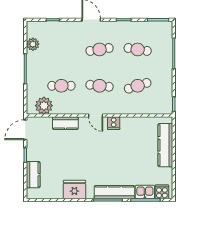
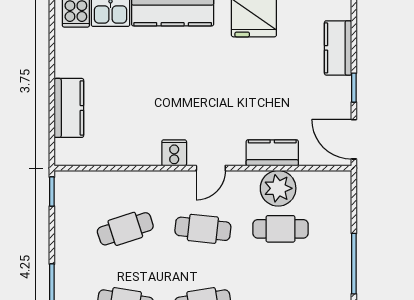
plant: (44, 106) -> (278, 188), moved
door: (96, 116) -> (211, 168), swing flipped
door: (25, 130) -> (354, 139), swing flipped
kitchen counter: (165, 145) -> (69, 108), width x0.67

